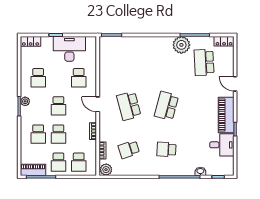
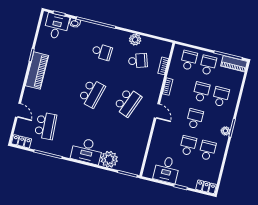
plant: (181, 45) -> (109, 159), moved
desk: (157, 48) -> (87, 151), added
desk: (69, 49) -> (167, 170), width x0.73
school desk: (79, 78) -> (188, 146), moved
door: (235, 84) -> (18, 110), moved
school desk: (129, 106) -> (128, 102), turned 36
desk: (222, 145) -> (57, 26), moved, turned 90
plant: (106, 170) -> (135, 40), moved

